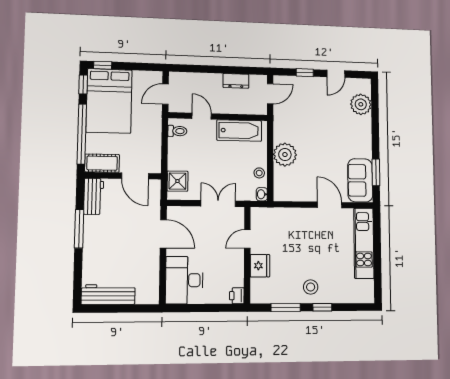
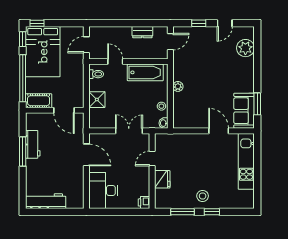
plant: (285, 155) -> (178, 86), width x0.53, depth x0.53
shower: (177, 181) -> (97, 100), moved
workbench: (94, 196) -> (33, 144), moved

